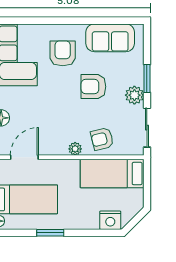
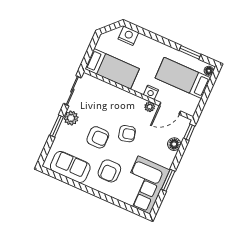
armchair: (102, 139) -> (127, 134), moved
plant: (75, 149) -> (150, 107), moved
nightstand: (55, 166) -> (151, 92), added
window: (50, 233) -> (190, 52), moved

